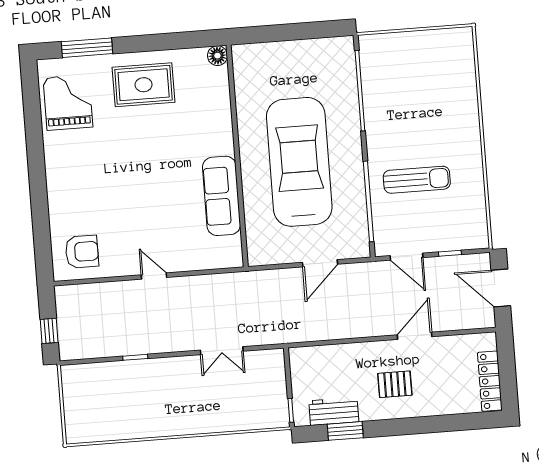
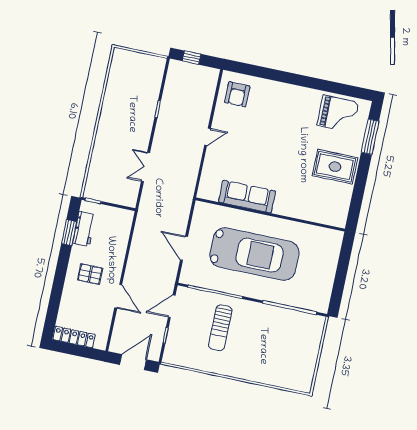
floor lamp: (217, 56) -> (340, 221), removed
rug: (144, 85) -> (335, 167), turned 90
pallet: (395, 384) -> (90, 274), turned 90

